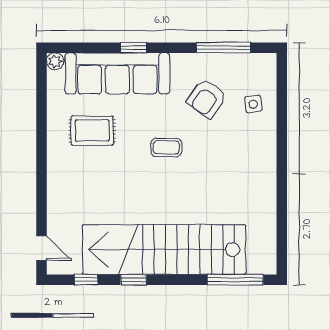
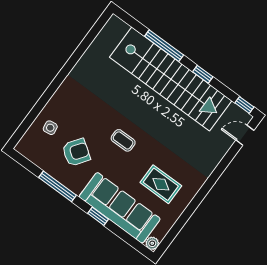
window: (223, 48) -> (57, 186), moved
door: (41, 248) -> (245, 135), hinge flipped
window: (86, 280) -> (244, 105), moved
window: (235, 280) -> (164, 46), moved

